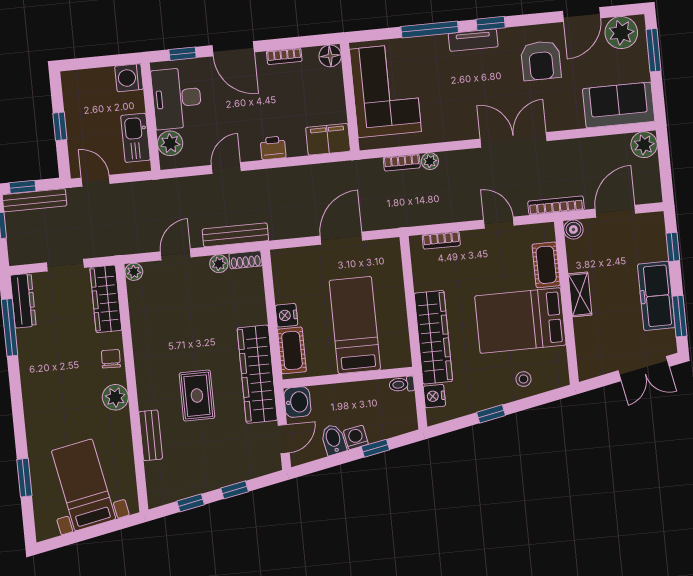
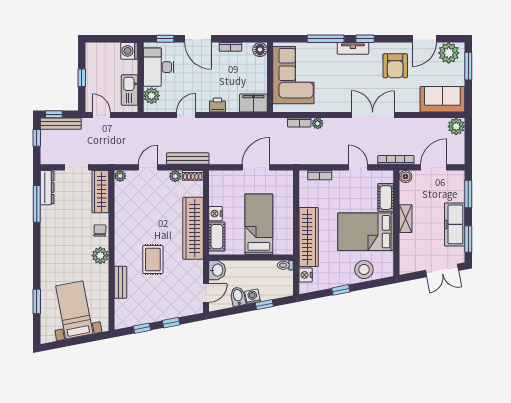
window: (673, 247) -> (468, 194), width x1.50
wardrobe: (257, 374) -> (193, 228), moved
stool: (523, 379) -> (364, 270), width x1.89, depth x1.89

